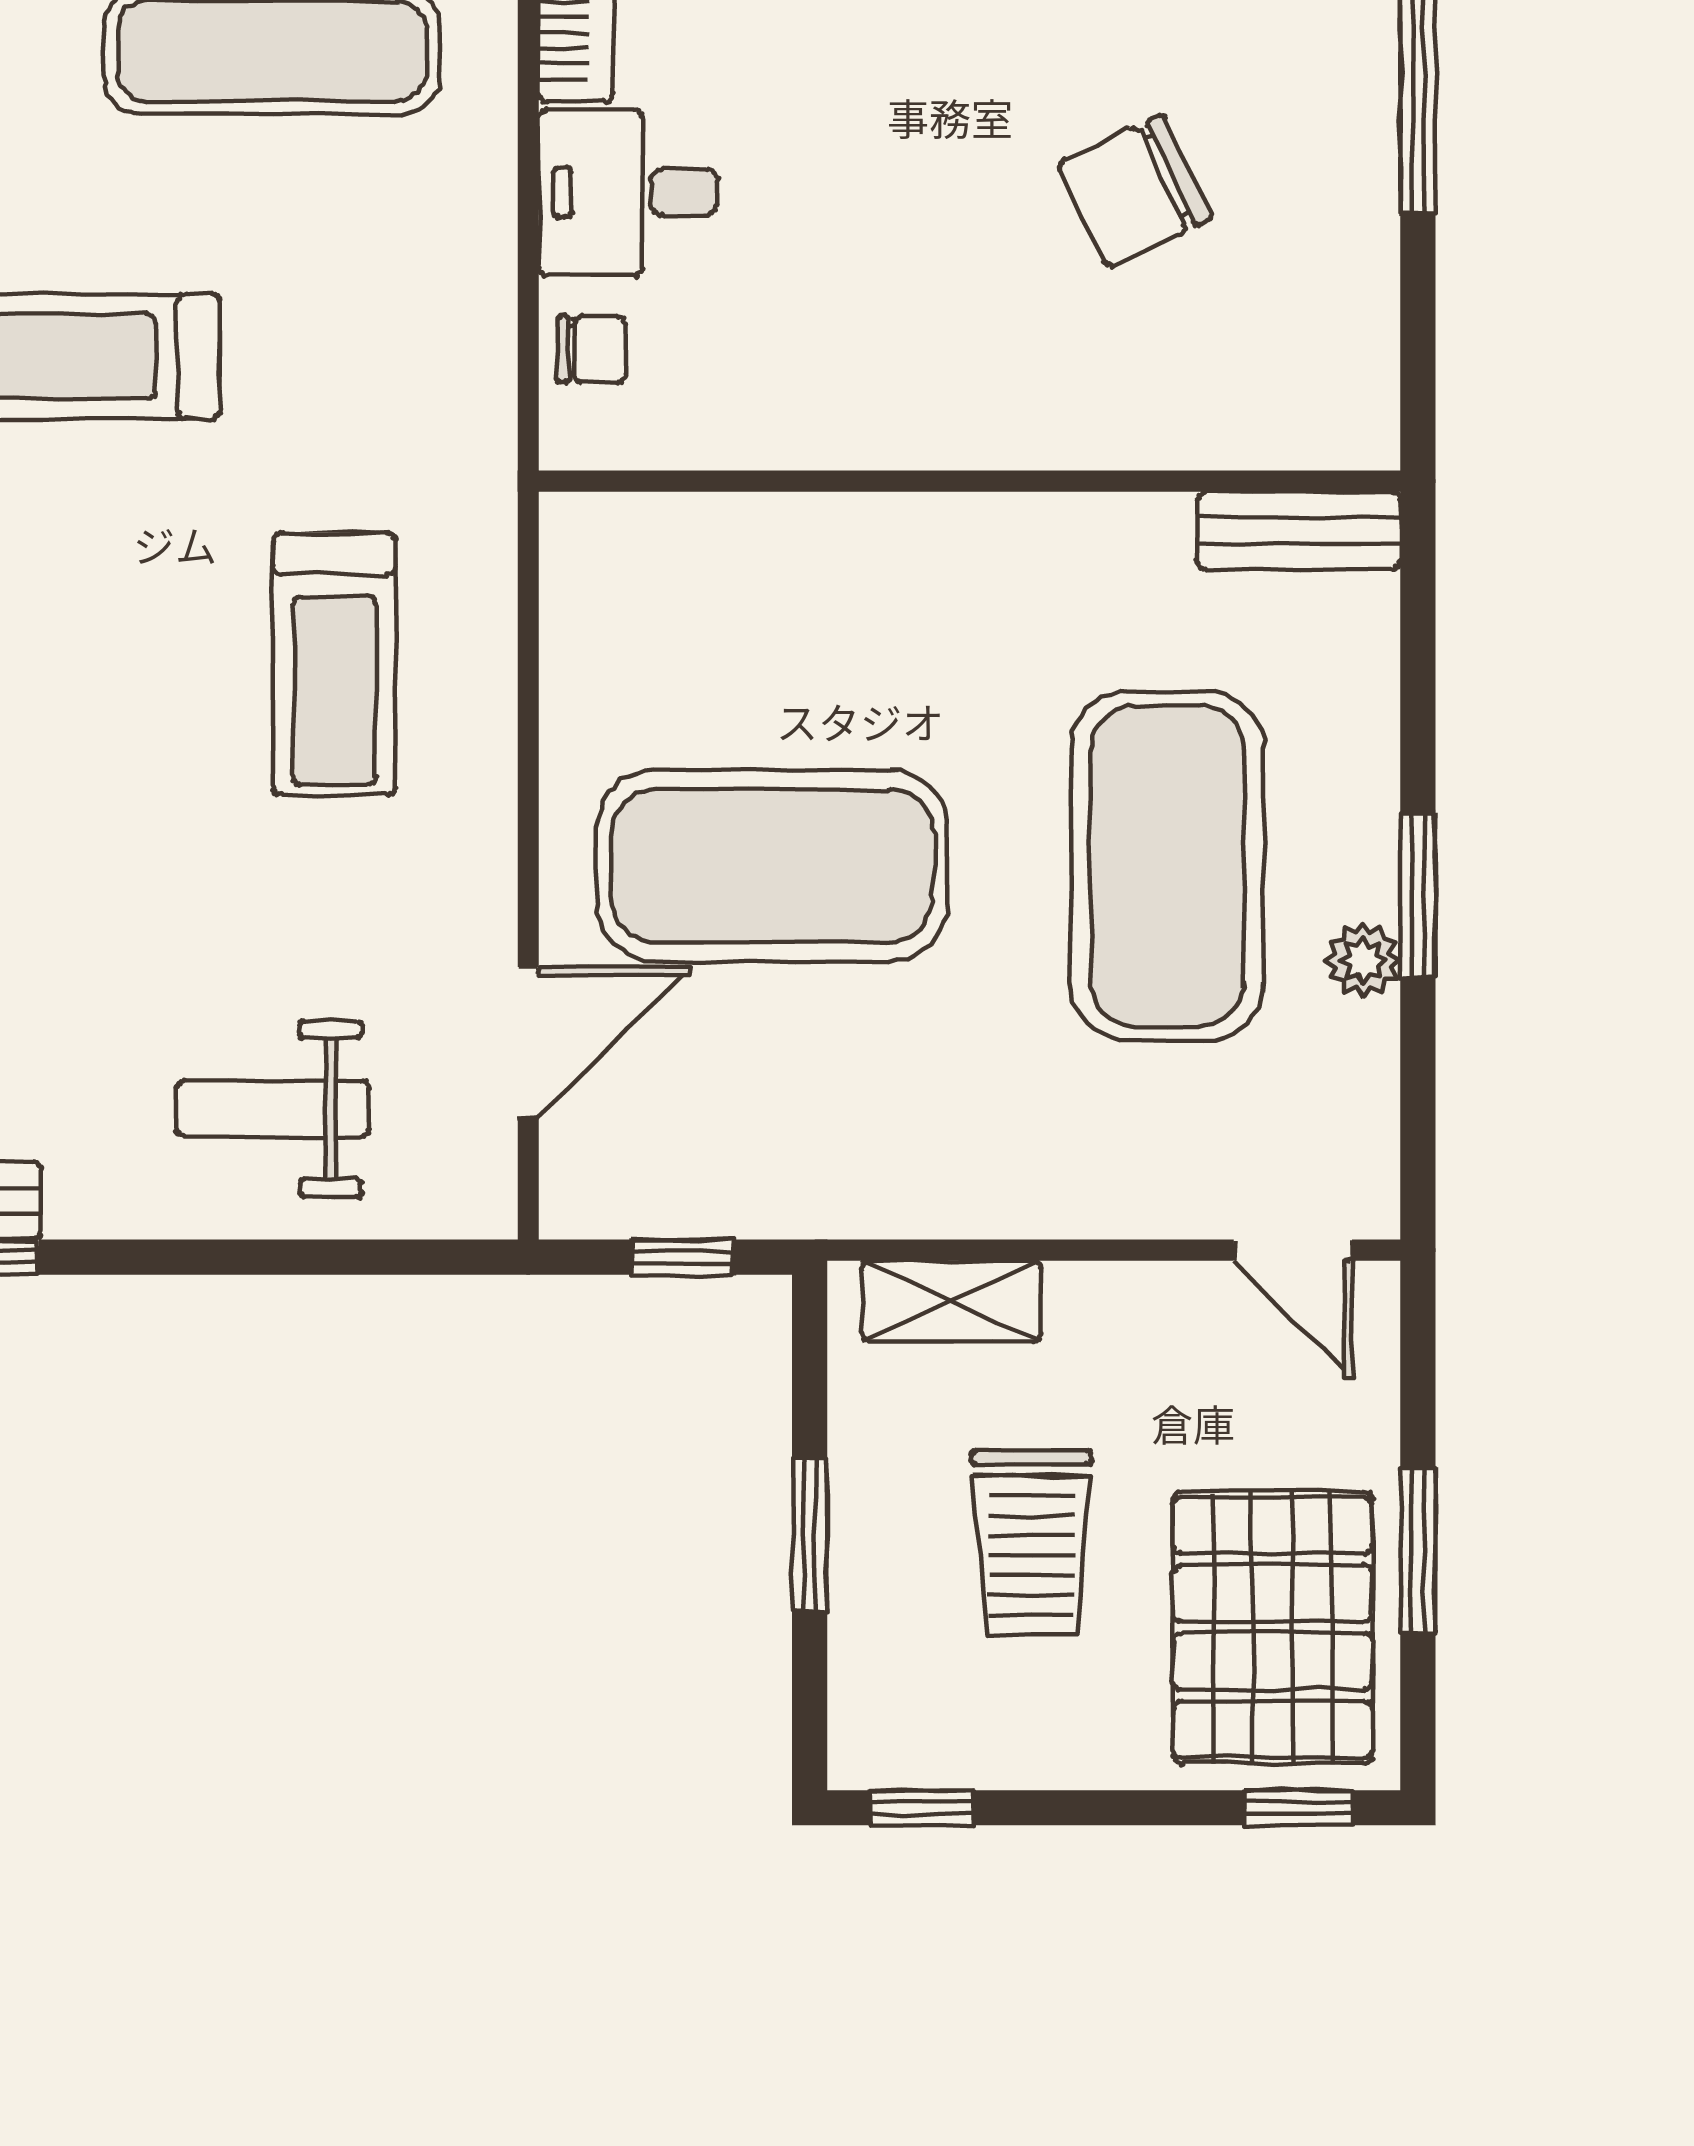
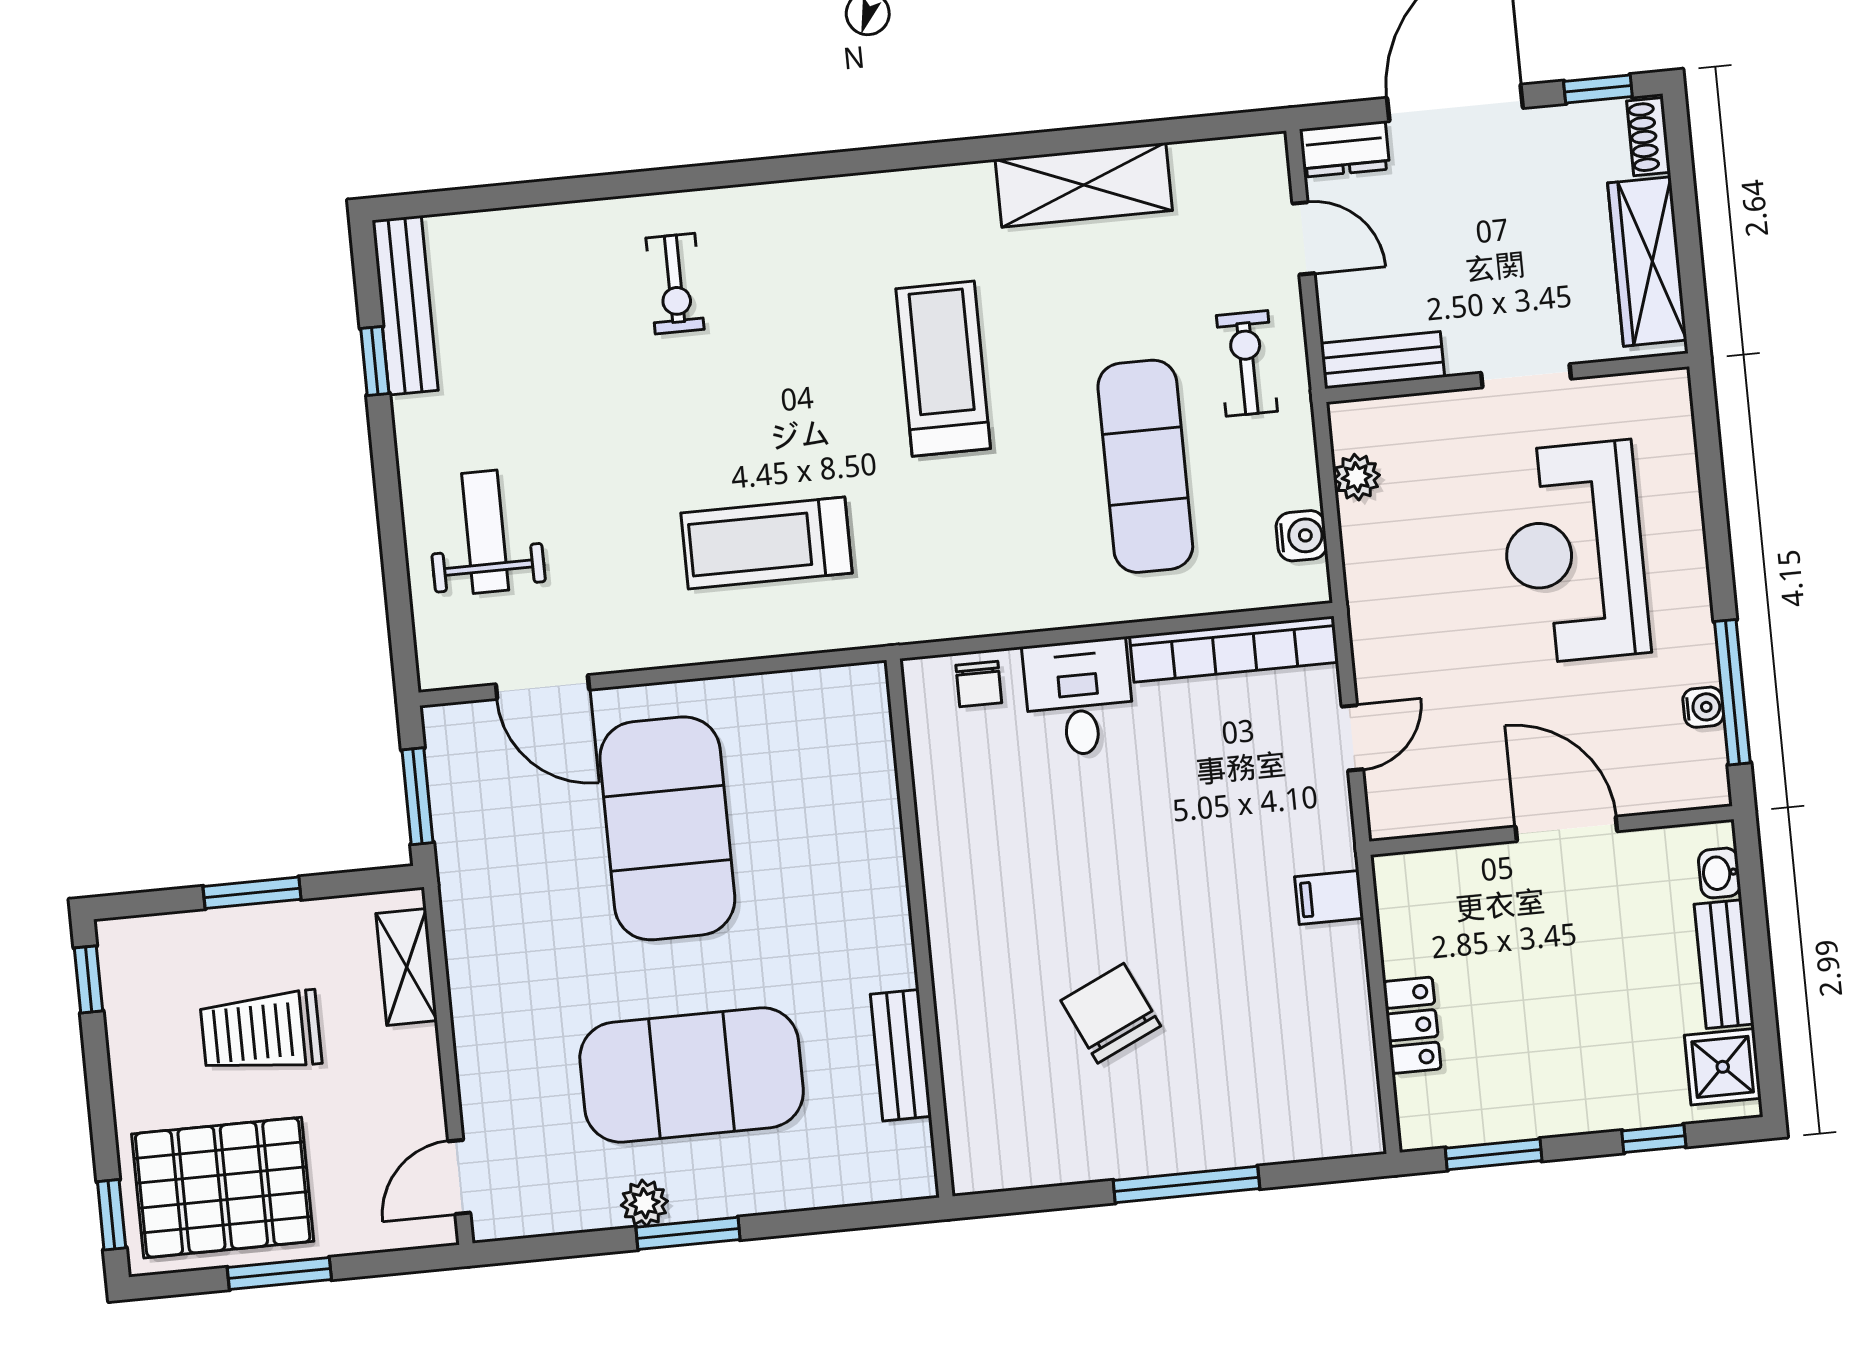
bench: (1299, 530) -> (901, 1055), moved
window: (682, 1257) -> (417, 796), width x1.50

